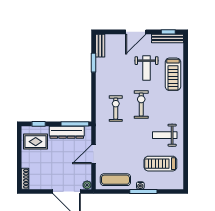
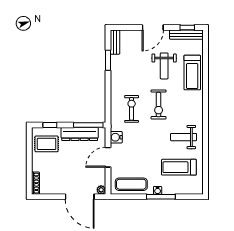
exercise bike: (141, 104) -> (159, 105), turned 180
water cooler: (101, 135) -> (116, 137), added

